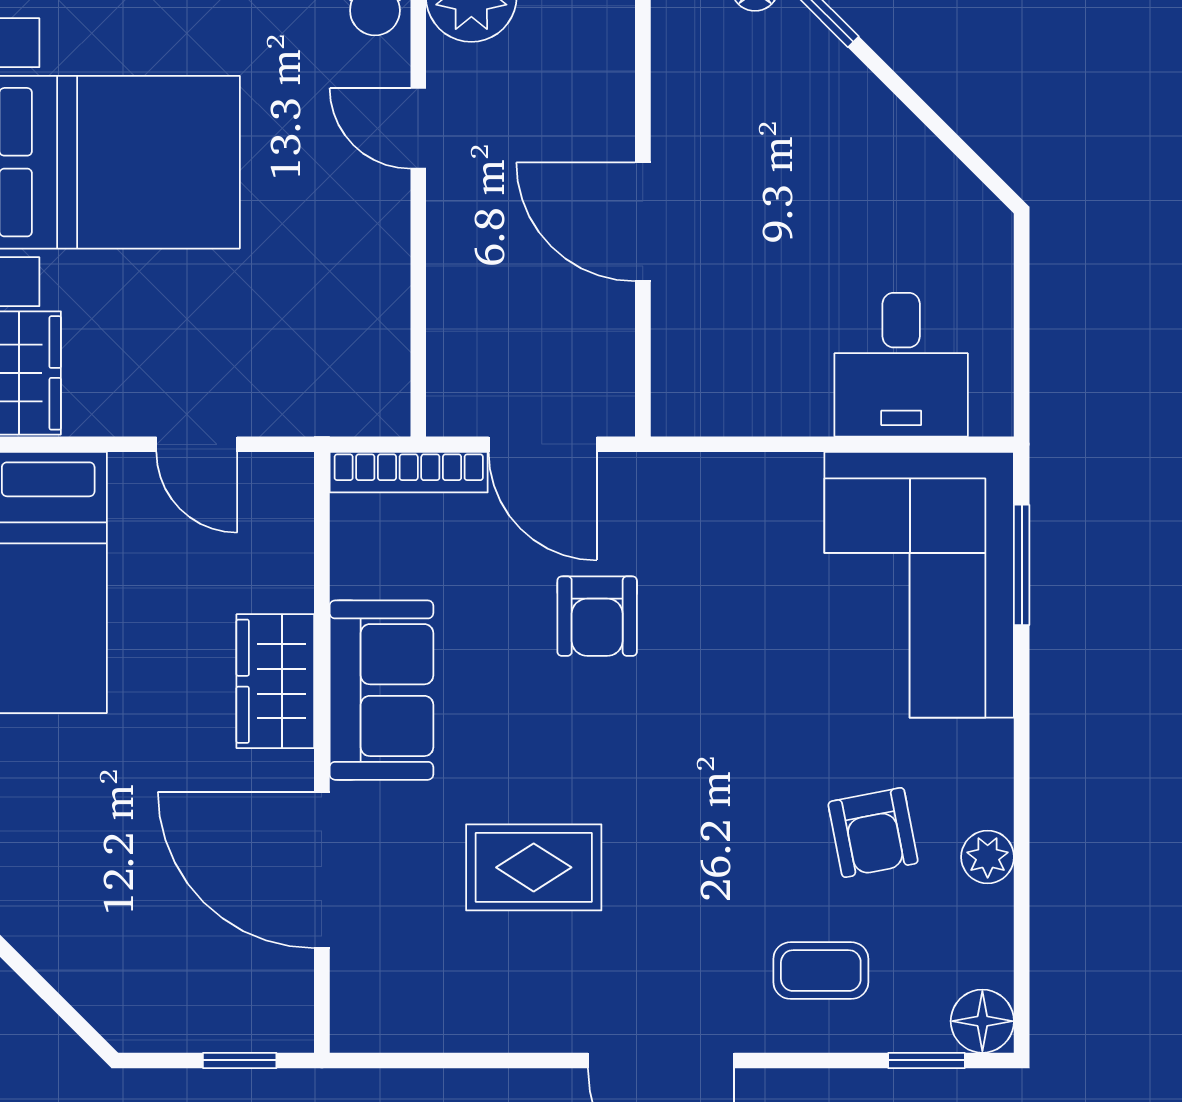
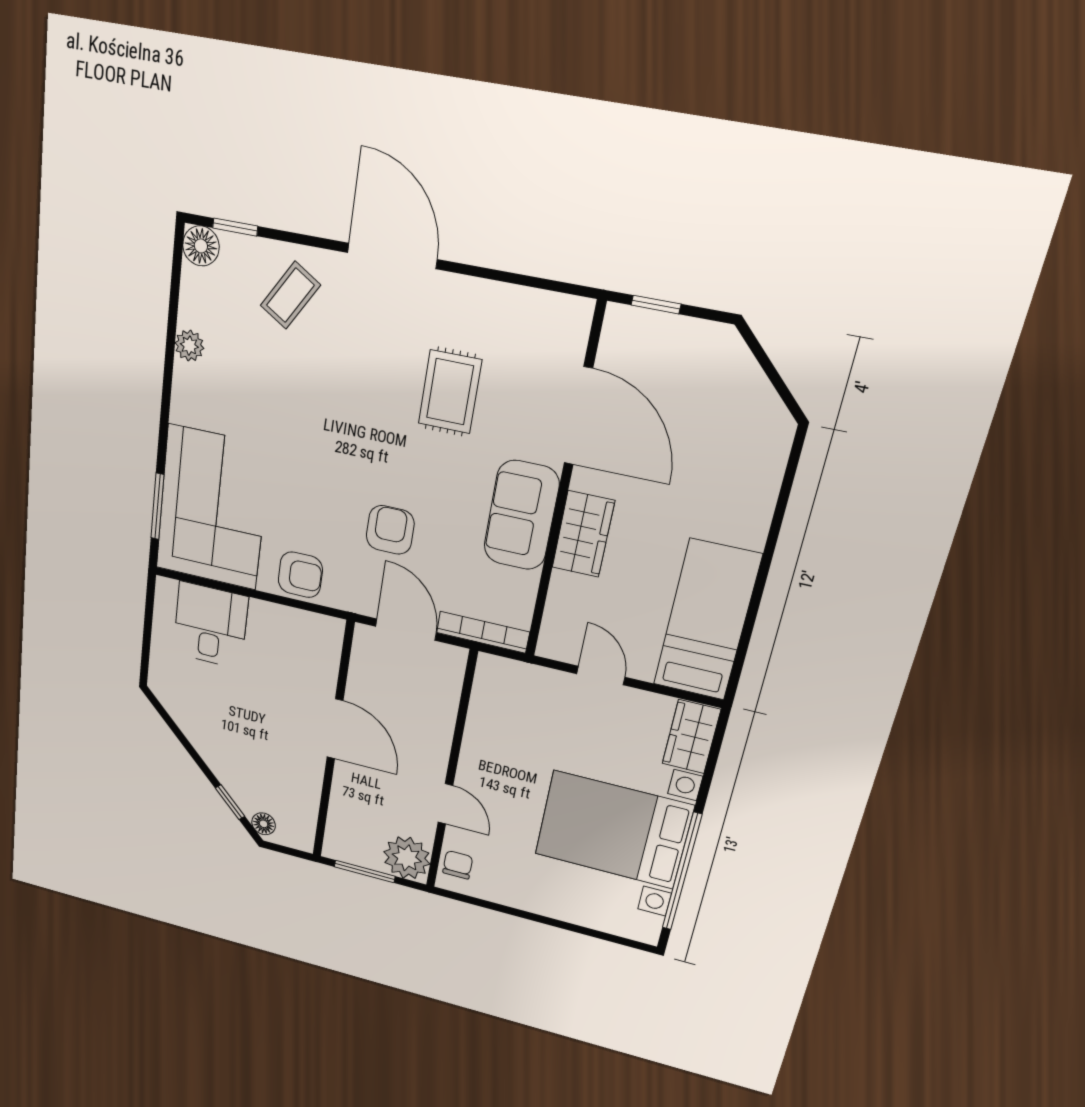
armchair: (873, 832) -> (300, 575), moved, turned 101
rug: (534, 867) -> (450, 392), turned 90
coffee table: (821, 971) -> (290, 295), turned -58

